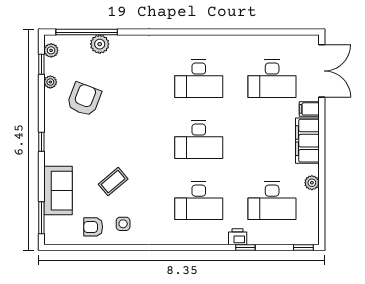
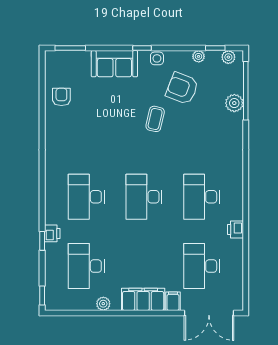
printer: (233, 43) -> (235, 230), added
armchair: (84, 99) -> (182, 88), turned 180
coffee table: (113, 182) -> (155, 119), moved, turned 53
sofa: (58, 191) -> (114, 64), moved
side table: (123, 224) -> (157, 58), moved

